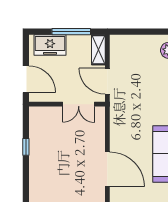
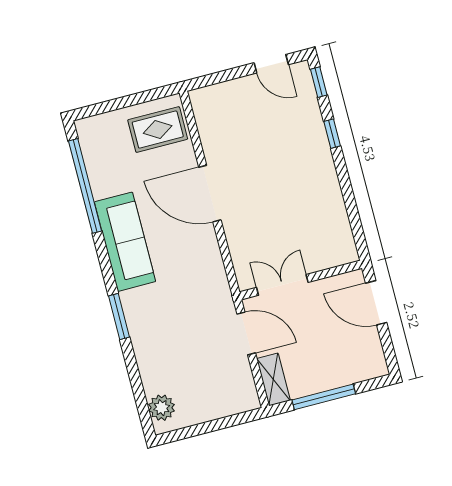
freezer: (50, 45) -> (352, 367), removed
window: (26, 147) -> (332, 134), moved

